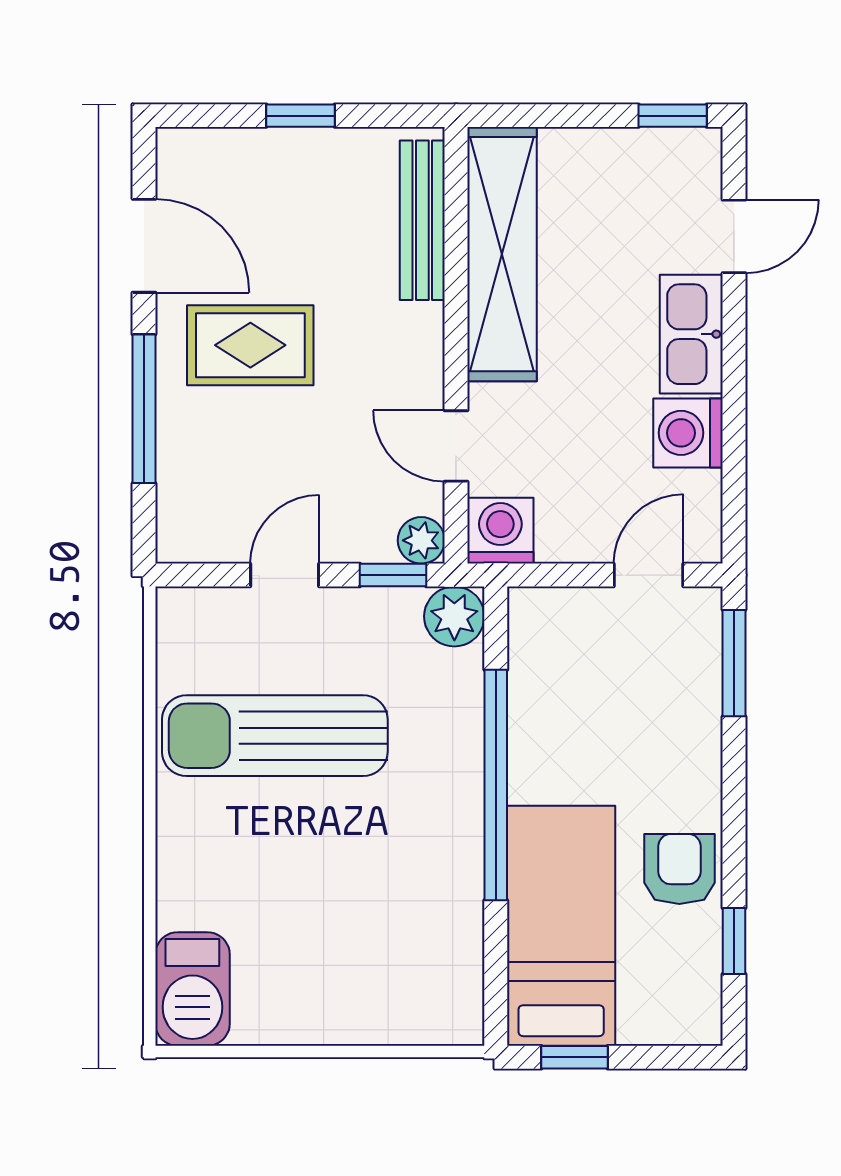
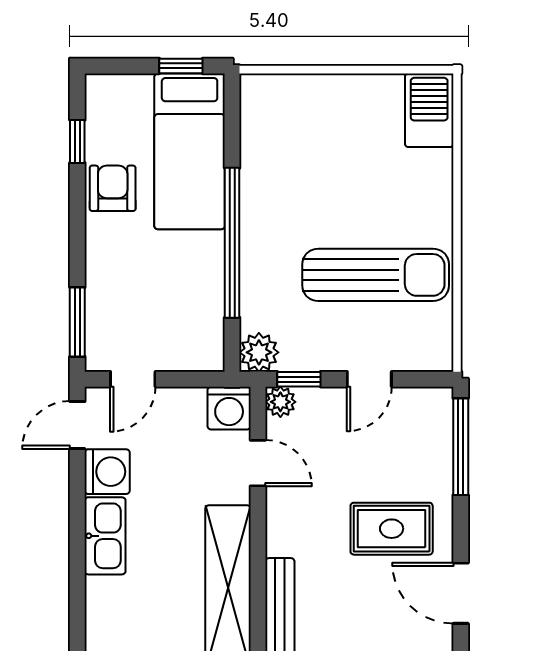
door: (734, 236) -> (77, 425), moved
window: (144, 409) -> (461, 447), moved
armchair: (679, 869) -> (113, 188), turned 180

